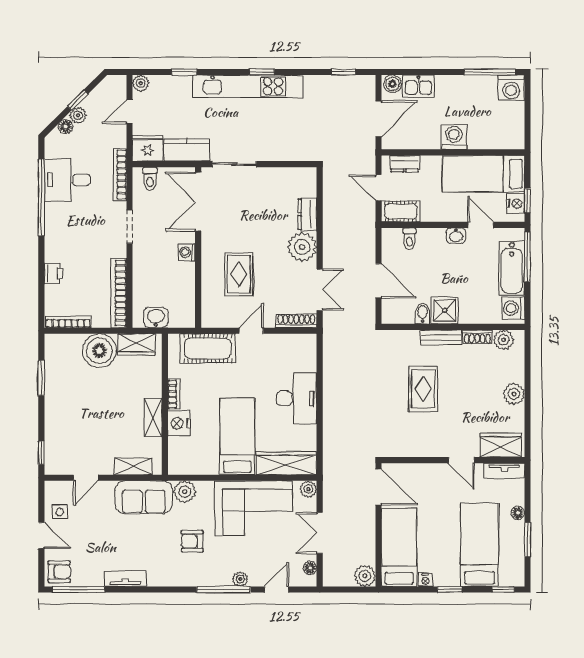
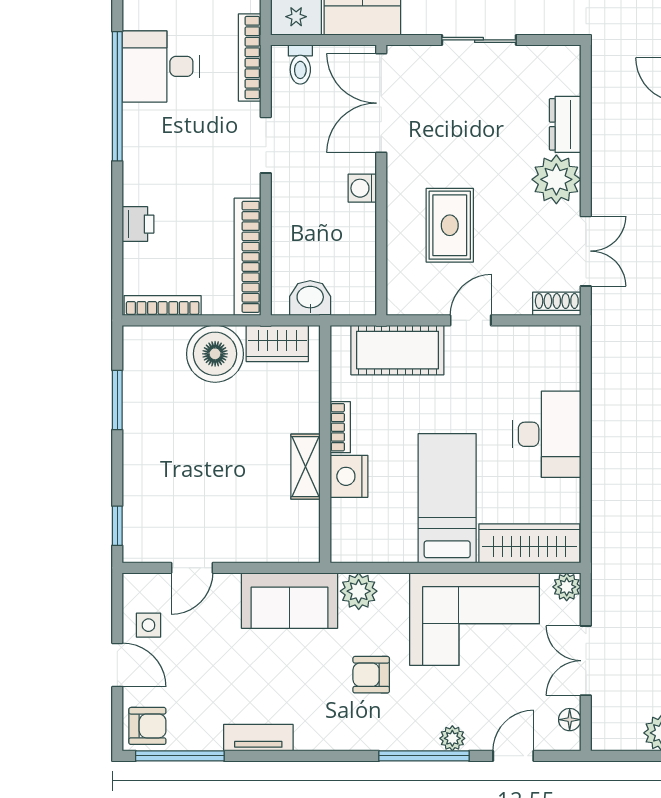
sliding door: (234, 164) -> (479, 40), moved
shoe rack: (296, 321) -> (557, 304), width x0.70
shelving: (133, 466) -> (272, 549), removed

